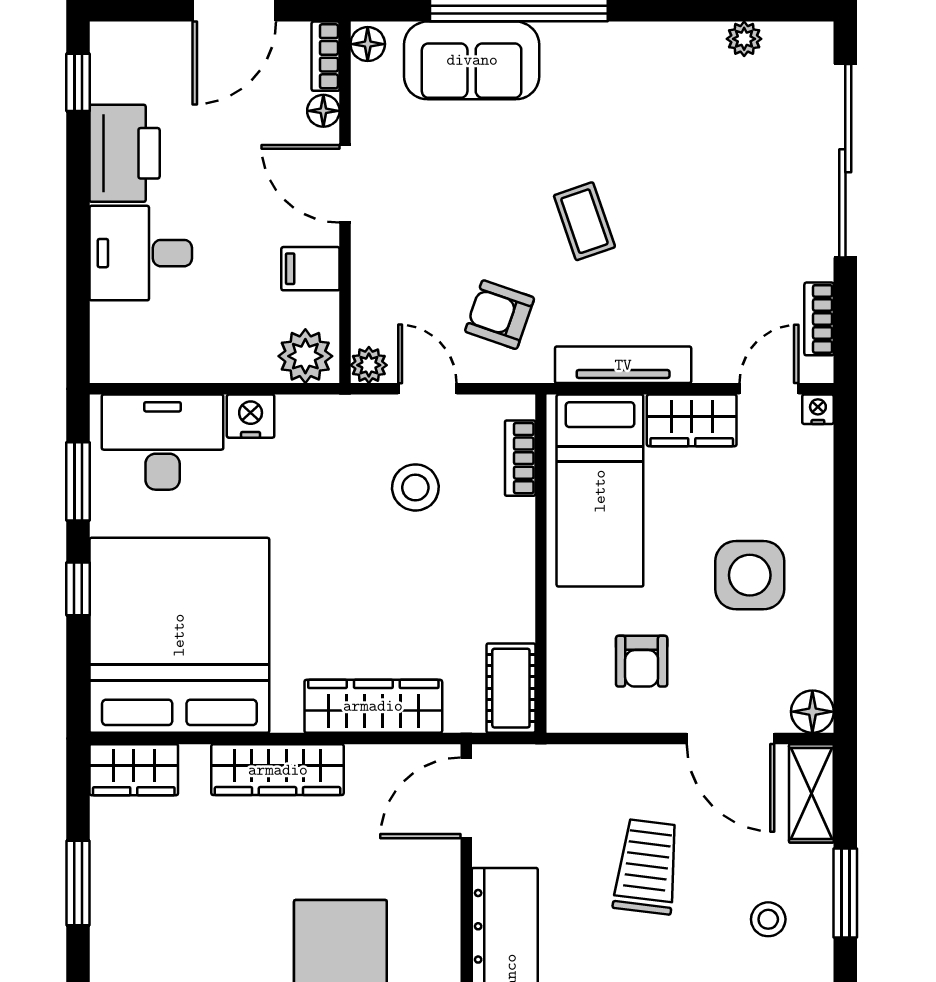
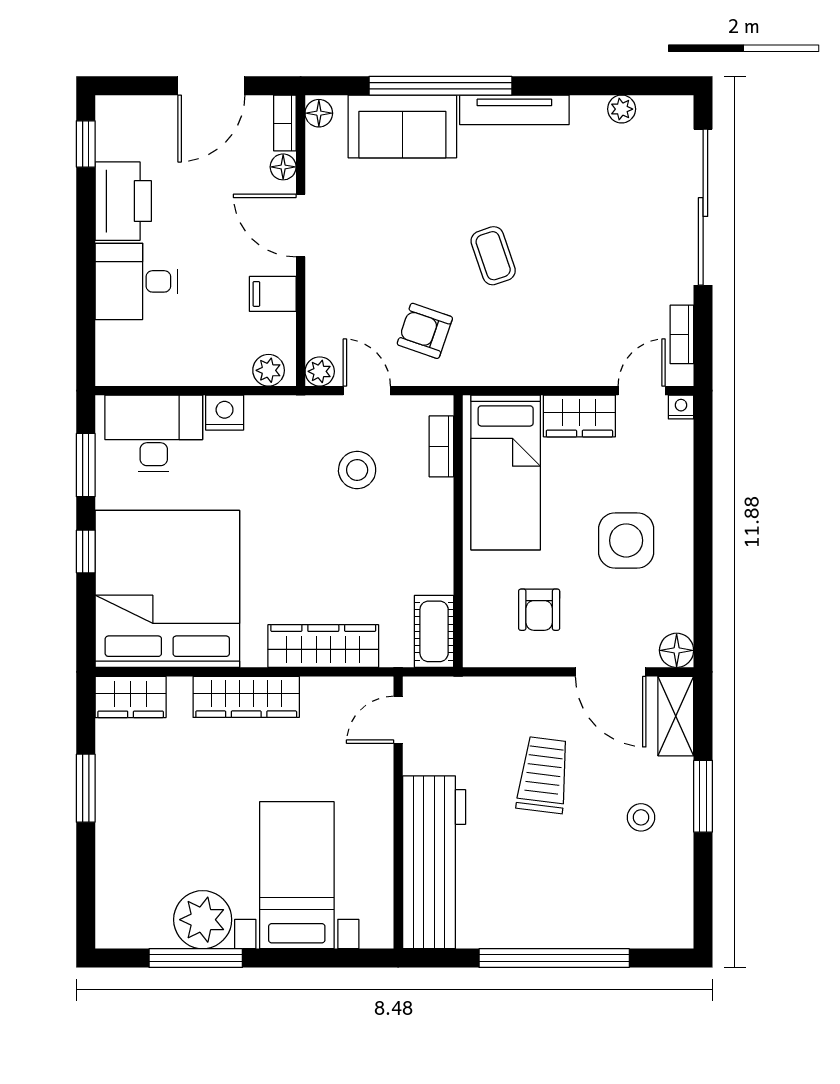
plant: (305, 356) -> (269, 370), width x0.73, depth x0.73
tv unit: (623, 365) -> (514, 110), moved, turned 180
door: (466, 798) -> (398, 720), width x0.73

